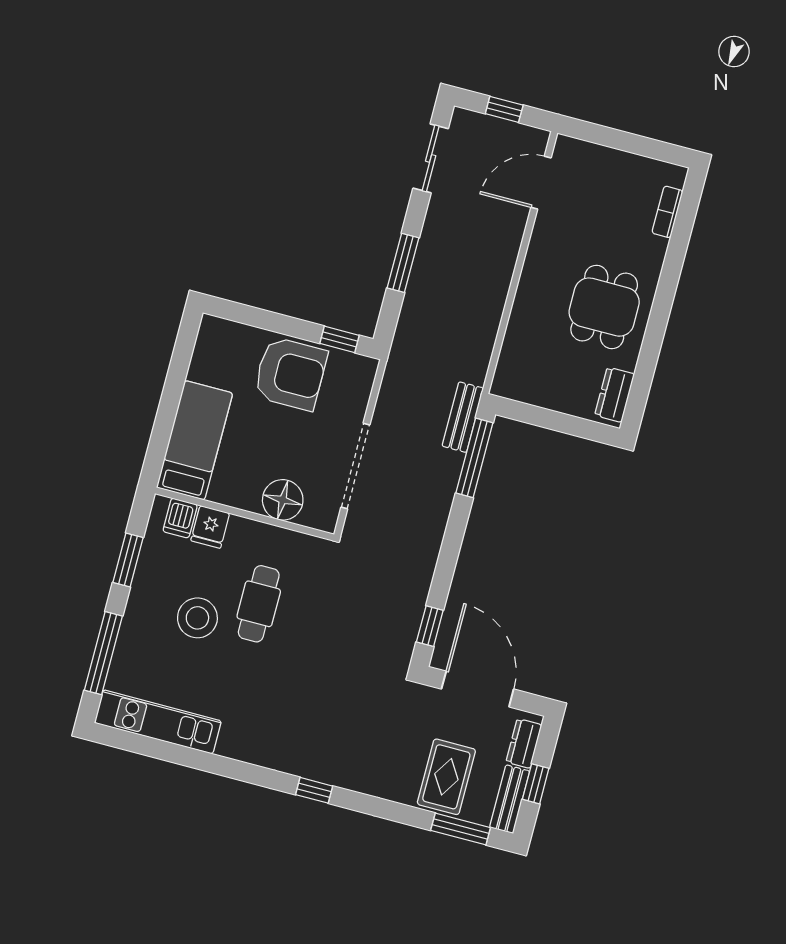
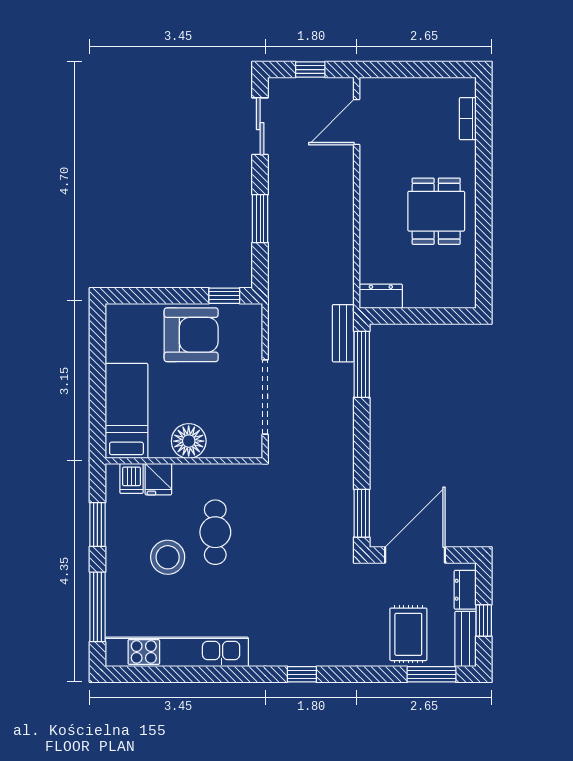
dresser: (615, 395) -> (381, 296), moved, turned 90
floor lamp: (283, 500) -> (189, 441), moved
window: (430, 626) -> (362, 513), width x1.50
door: (478, 689) -> (415, 555), hinge flipped
kitchen unit: (158, 722) -> (177, 652), width x1.36

